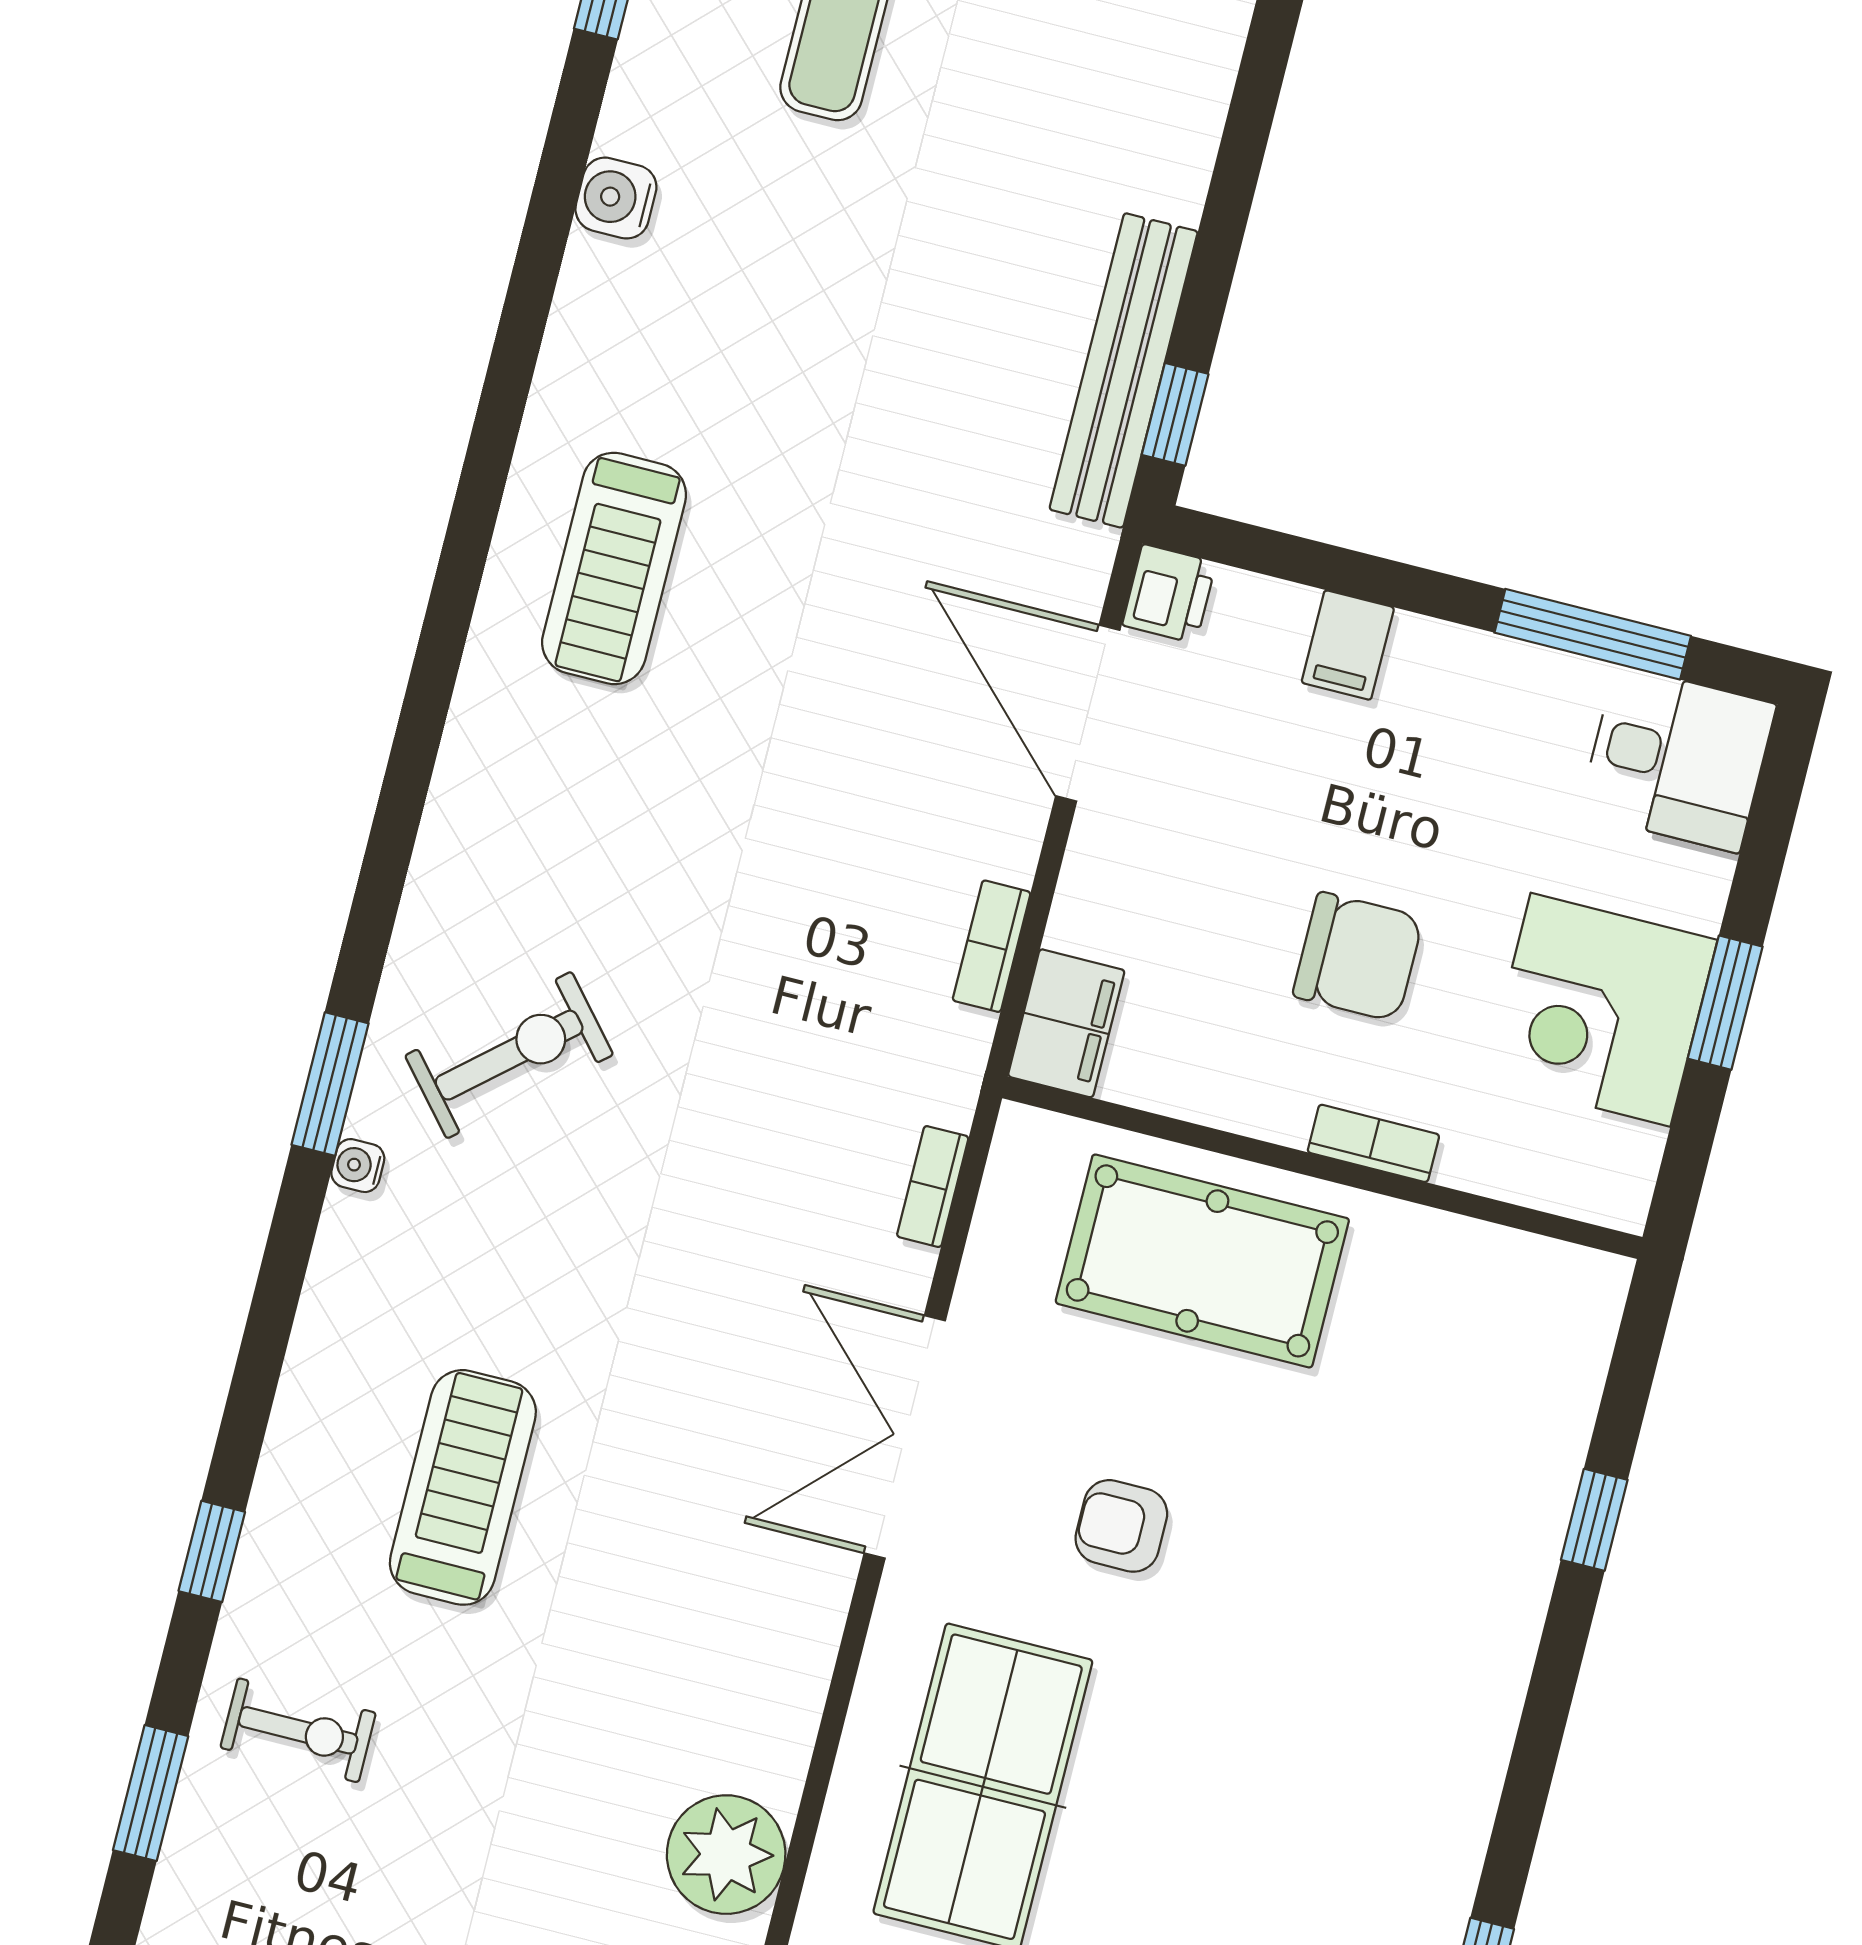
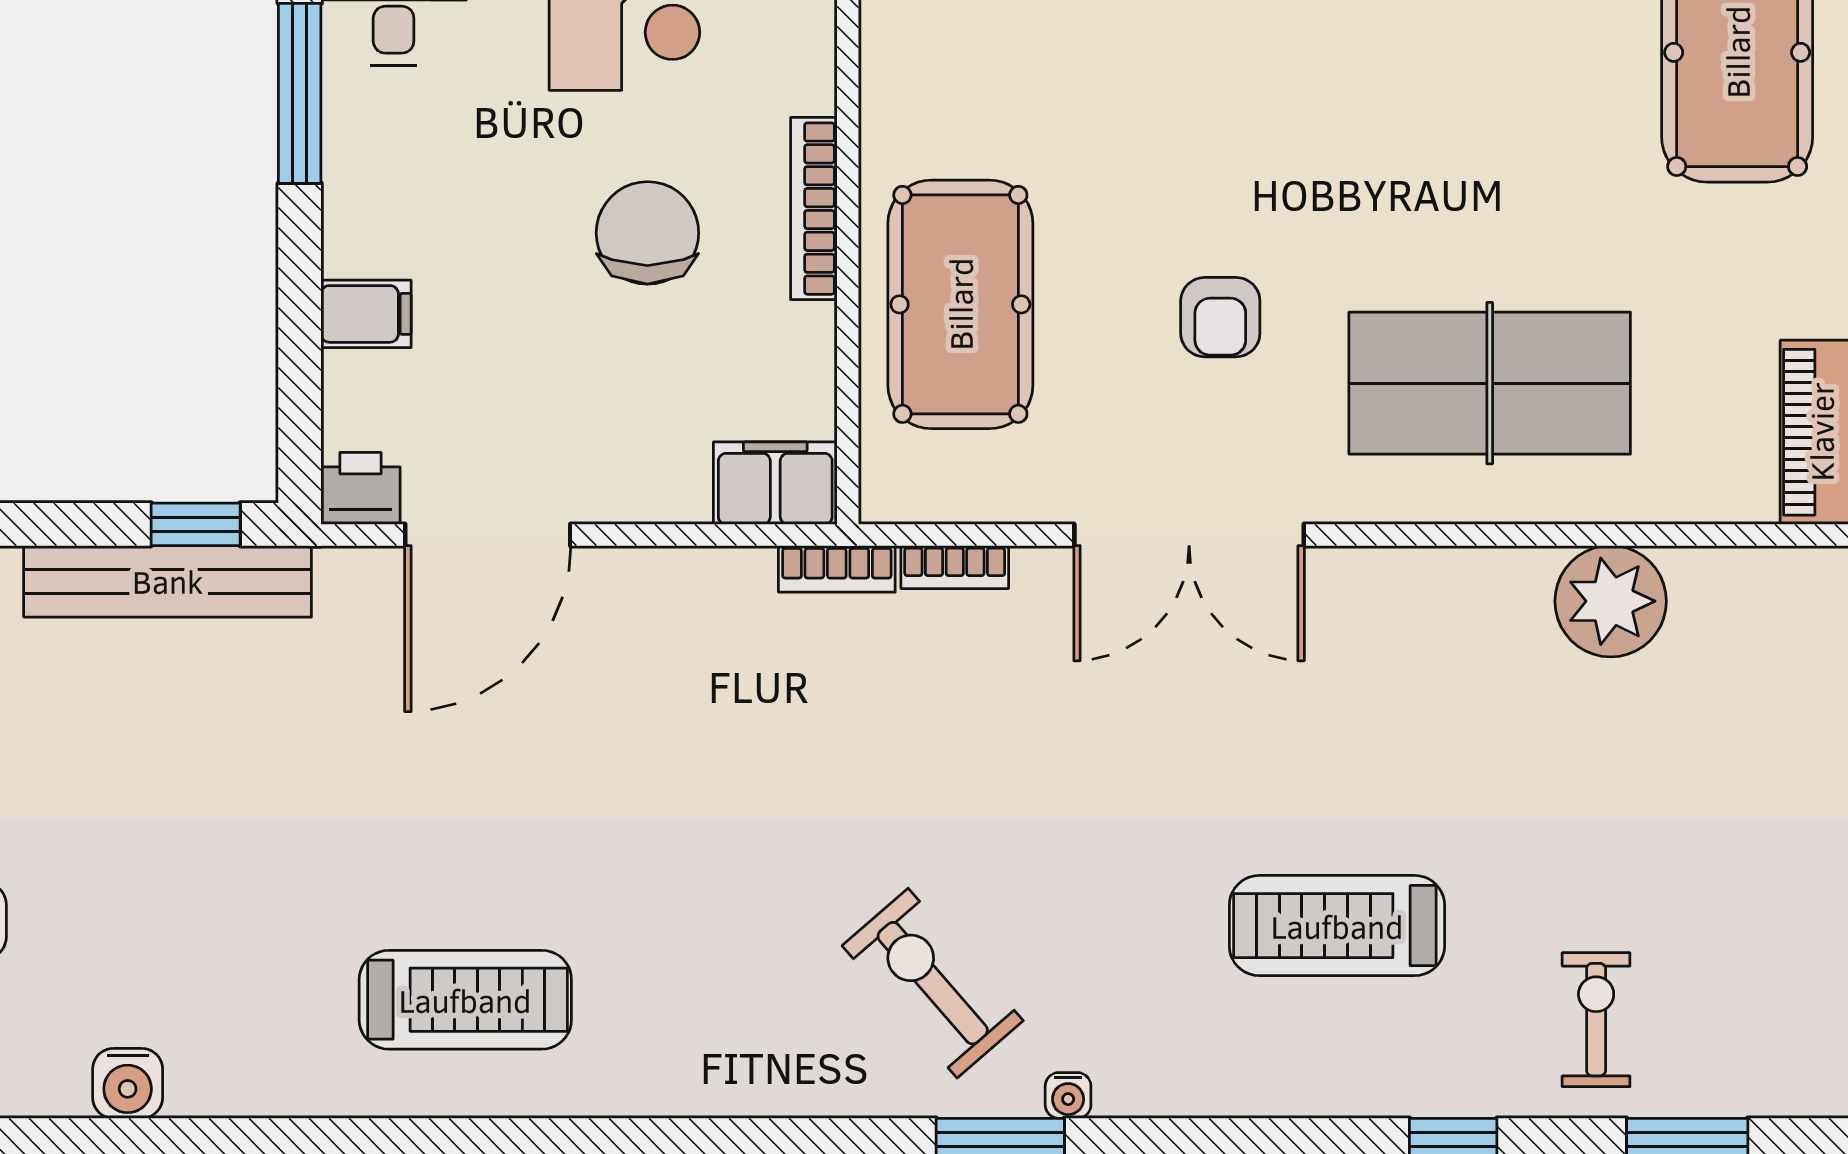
bookcase: (992, 946) -> (837, 569), moved
bookcase: (1373, 1143) -> (814, 209), width x1.56

